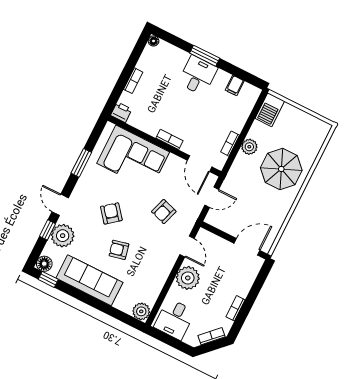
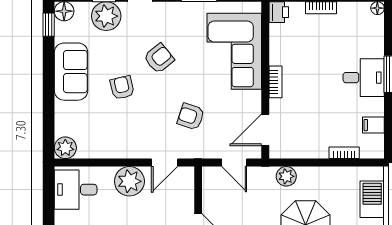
barbecue: (270, 110) -> (372, 199), moved, turned 90
bookcase: (230, 144) -> (344, 153), moved
plant: (249, 147) -> (286, 176), moved
sofa: (89, 280) -> (71, 72), width x0.73

